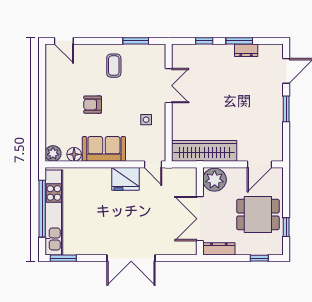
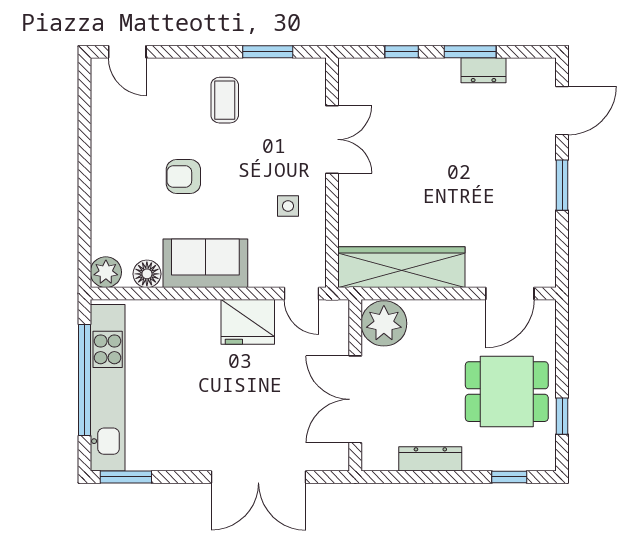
plant: (215, 180) -> (384, 323), moved
wall: (200, 211) -> (355, 385), moved
double door: (200, 219) -> (355, 399), moved

